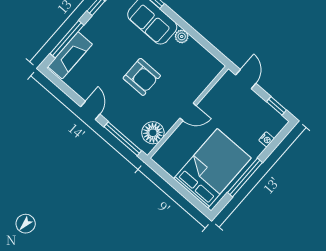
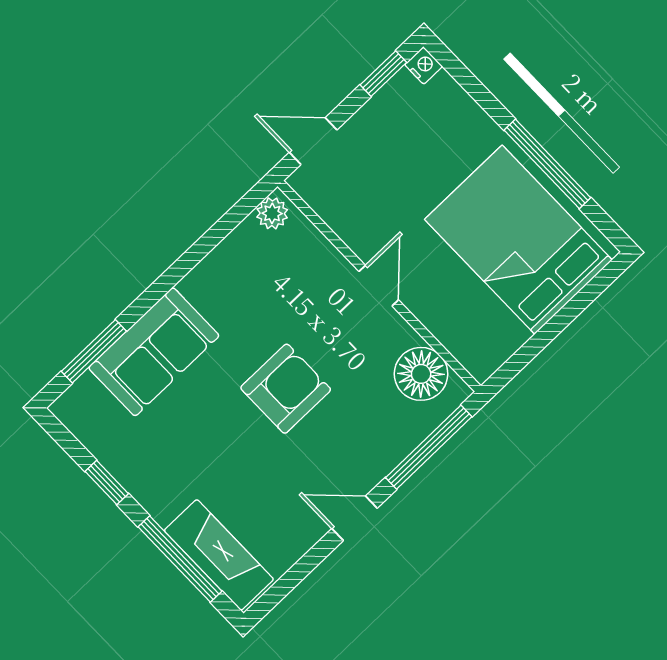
plant: (182, 36) -> (272, 213), moved
nightstand: (267, 139) -> (424, 65), moved

